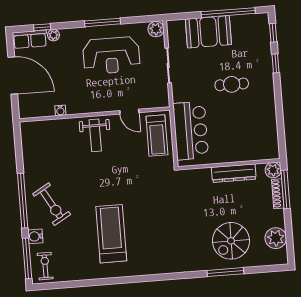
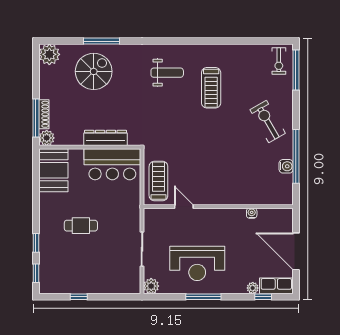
window: (228, 13) -> (79, 297), width x0.32
booth: (208, 32) -> (53, 170), moved, turned 90
reception desk: (111, 55) -> (197, 263), turned 180
bar counter: (191, 131) -> (112, 164), moved, turned -90
weight bench: (95, 135) -> (167, 73), moved, turned 90
dresser: (234, 173) -> (106, 138), moved
window: (23, 201) -> (296, 156), moved
treadmill: (111, 234) -> (211, 88), width x0.73, depth x0.73
water cooler: (35, 236) -> (286, 166), moved
plant: (276, 238) -> (49, 54), moved

